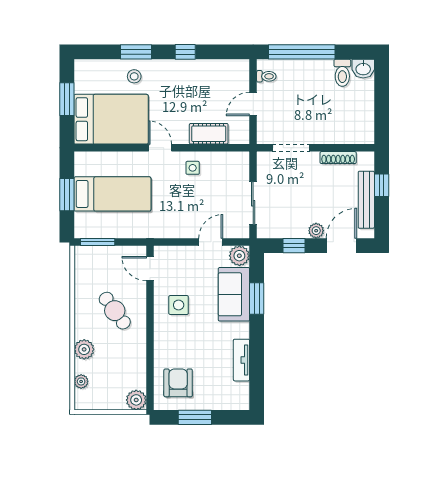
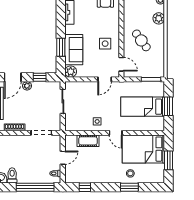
window: (185, 52) -> (85, 187), moved
door: (211, 242) -> (105, 79), moved

